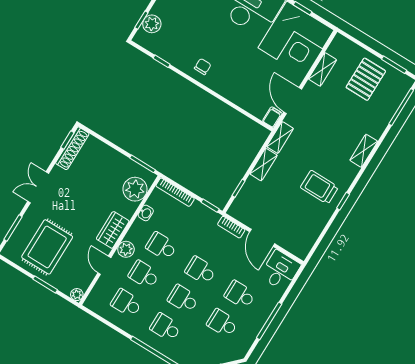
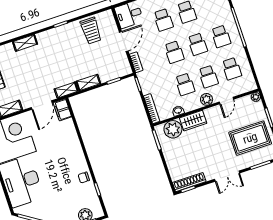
chair: (203, 67) -> (84, 178), moved
filing cabinet: (272, 117) -> (62, 110), width x2.00
trolley: (319, 187) -> (91, 31), moved
wardrobe: (113, 230) -> (193, 121), moved

